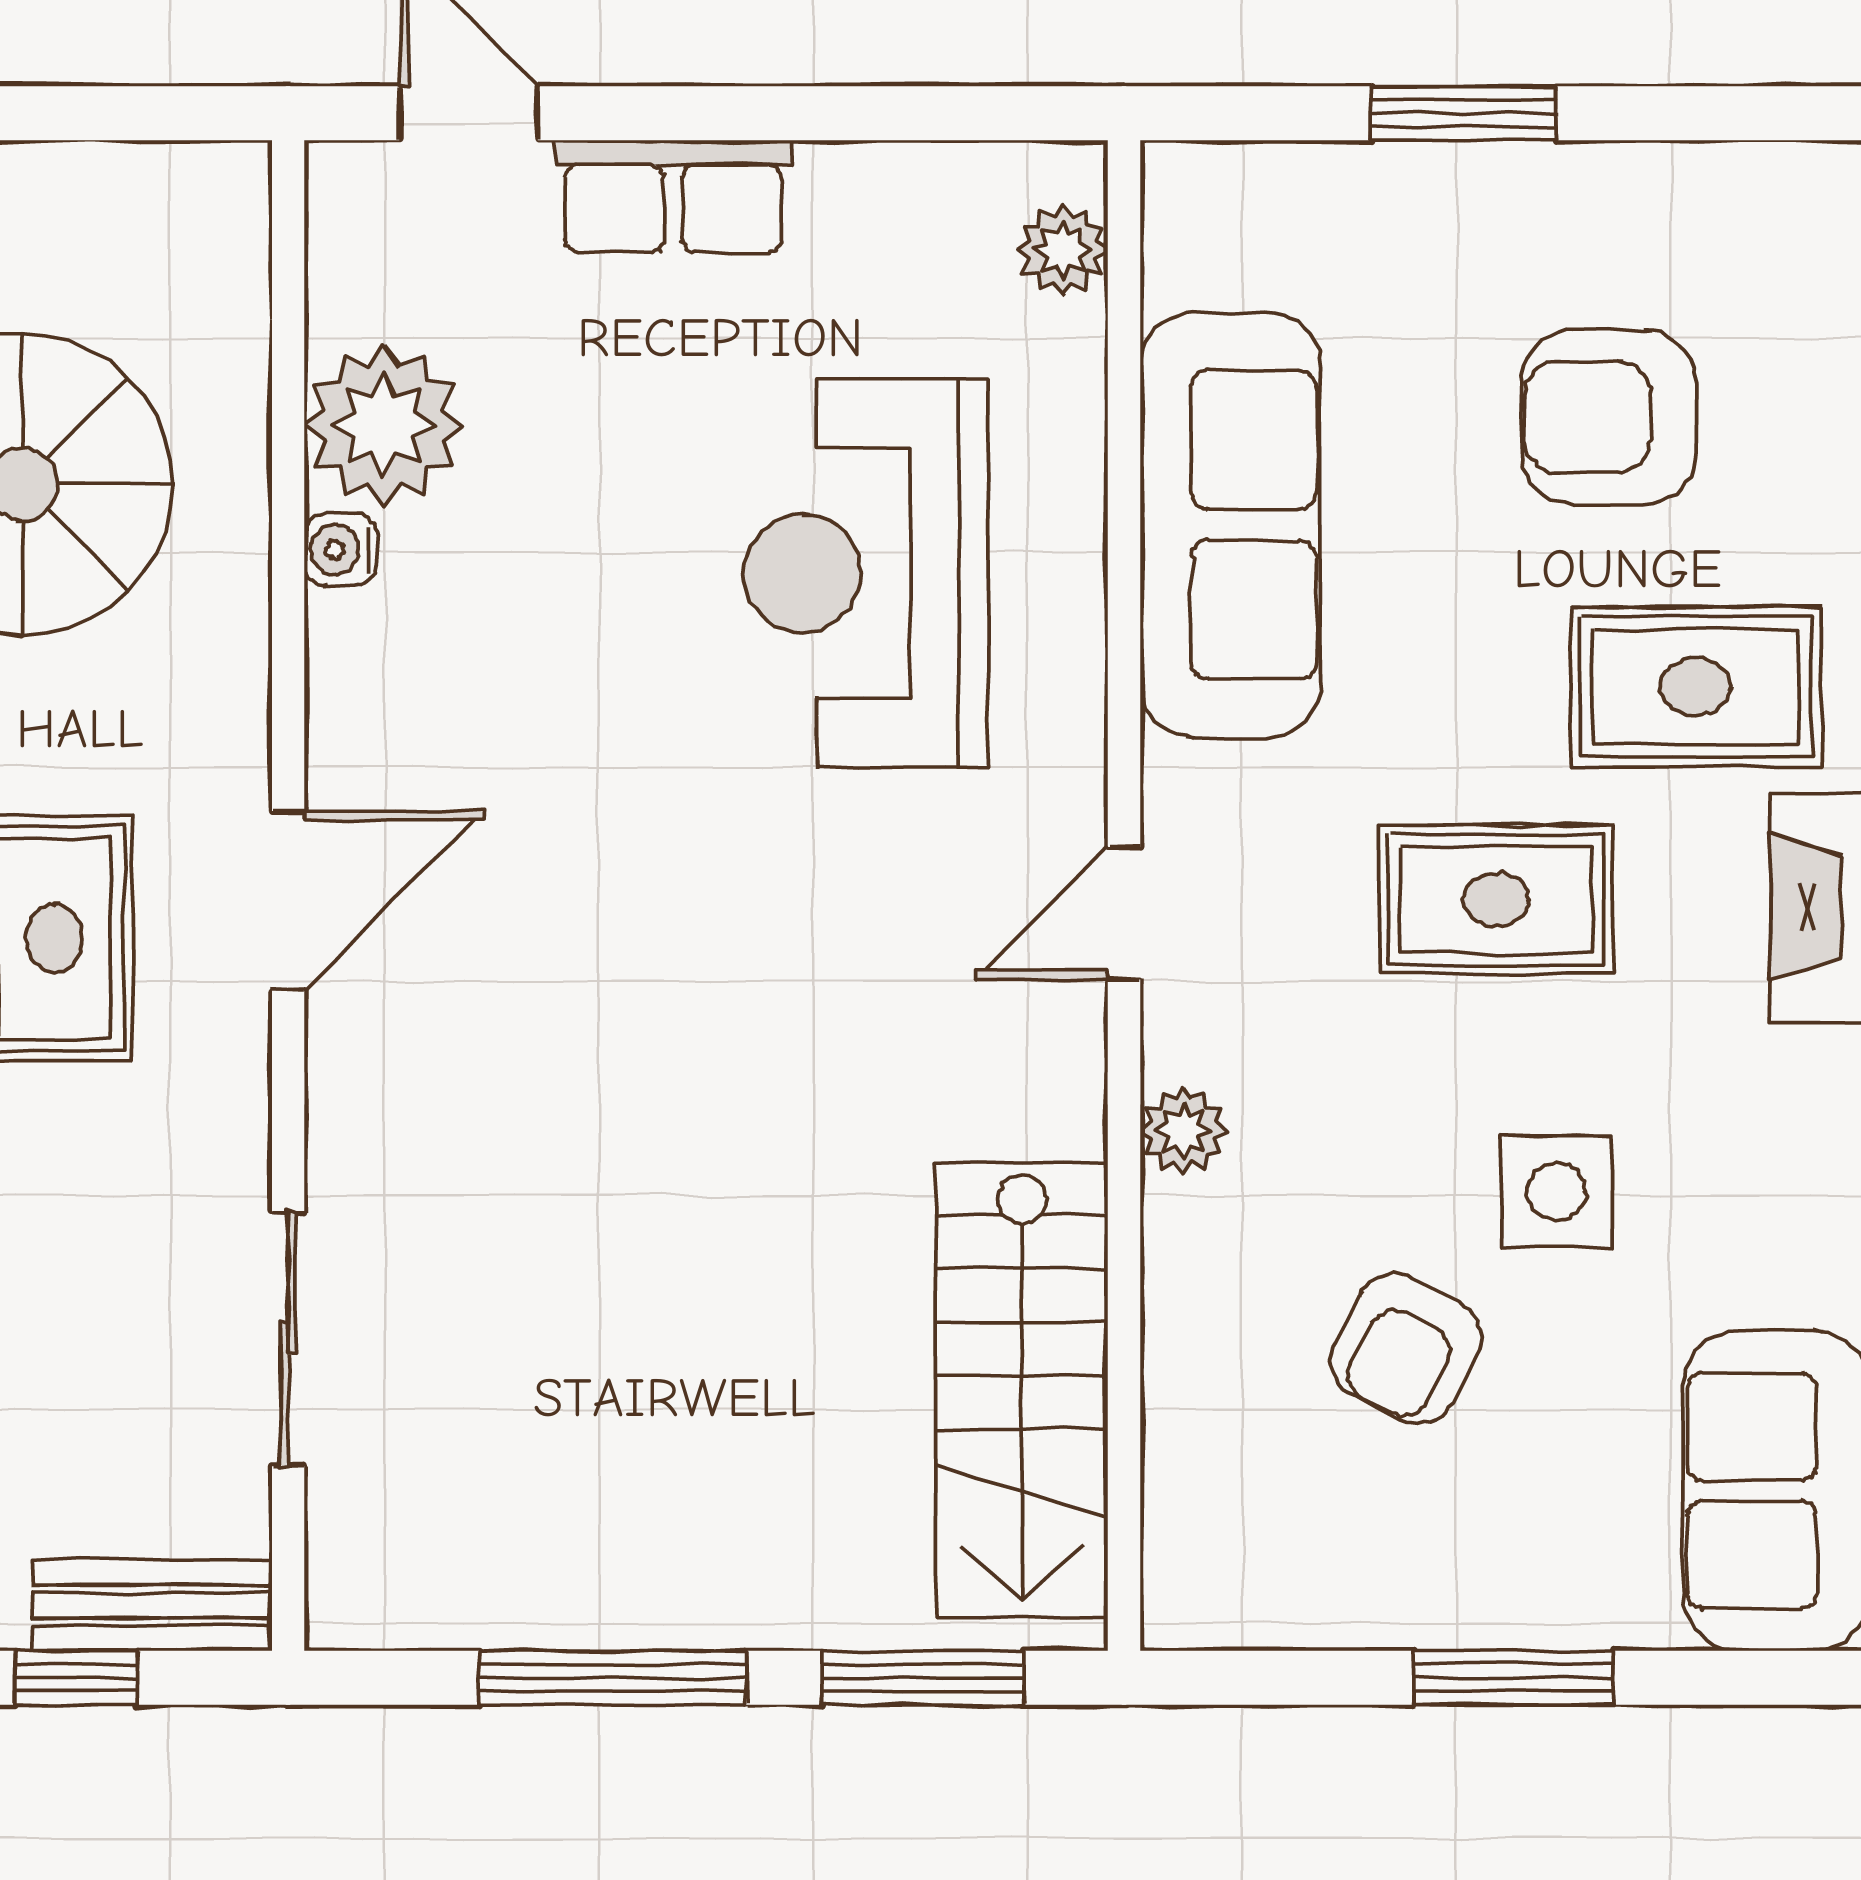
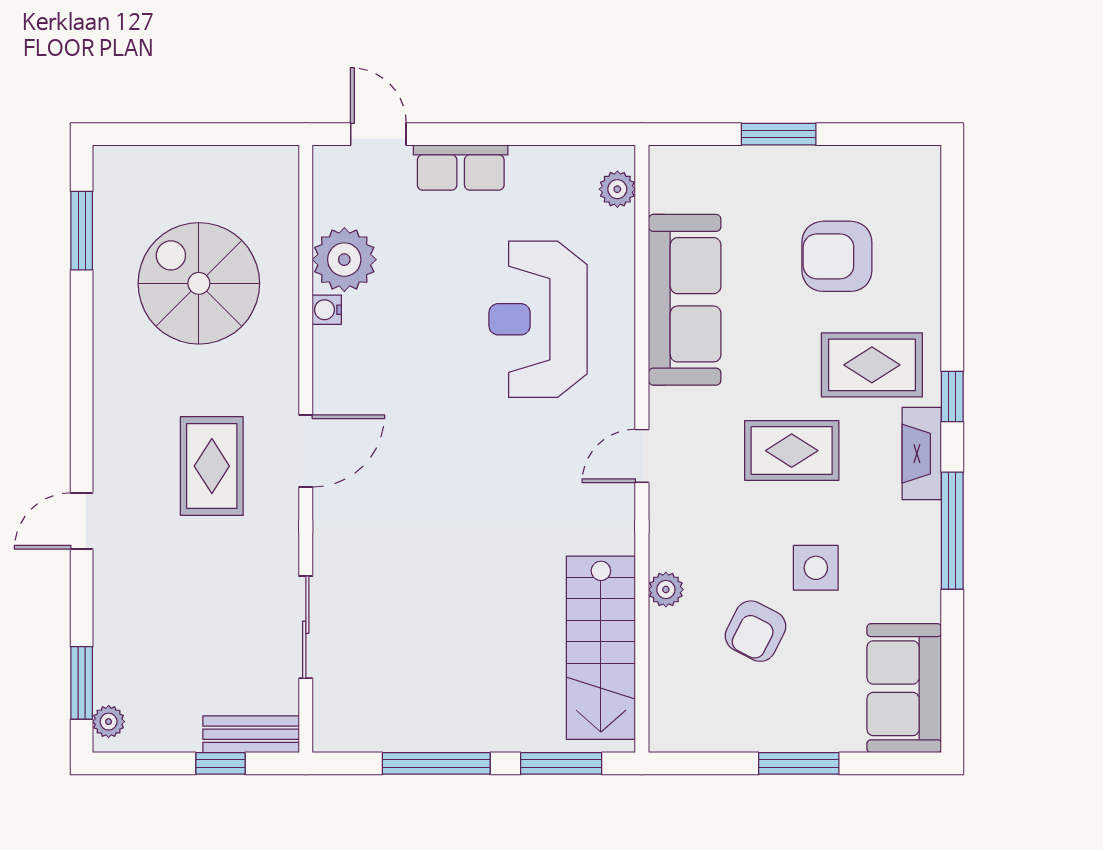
plant: (1183, 1131) -> (666, 589), moved

